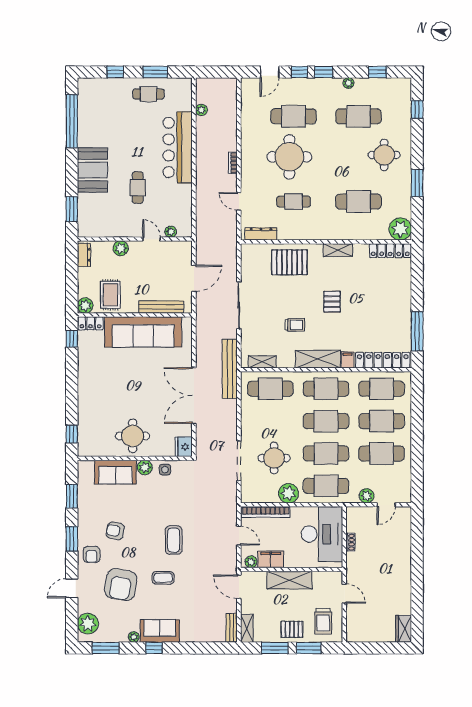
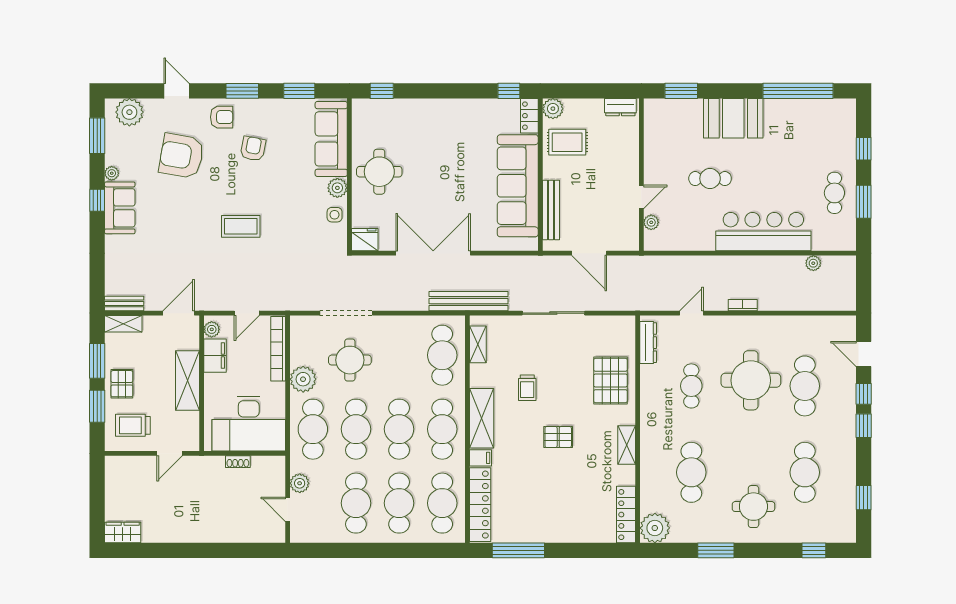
plant: (348, 83) -> (849, 459), removed
plant: (121, 248) -> (629, 156), removed
sofa: (115, 472) -> (331, 139), width x1.36
armchair: (92, 554) -> (222, 117), turned 180
coffee table: (163, 578) -> (191, 212), removed

